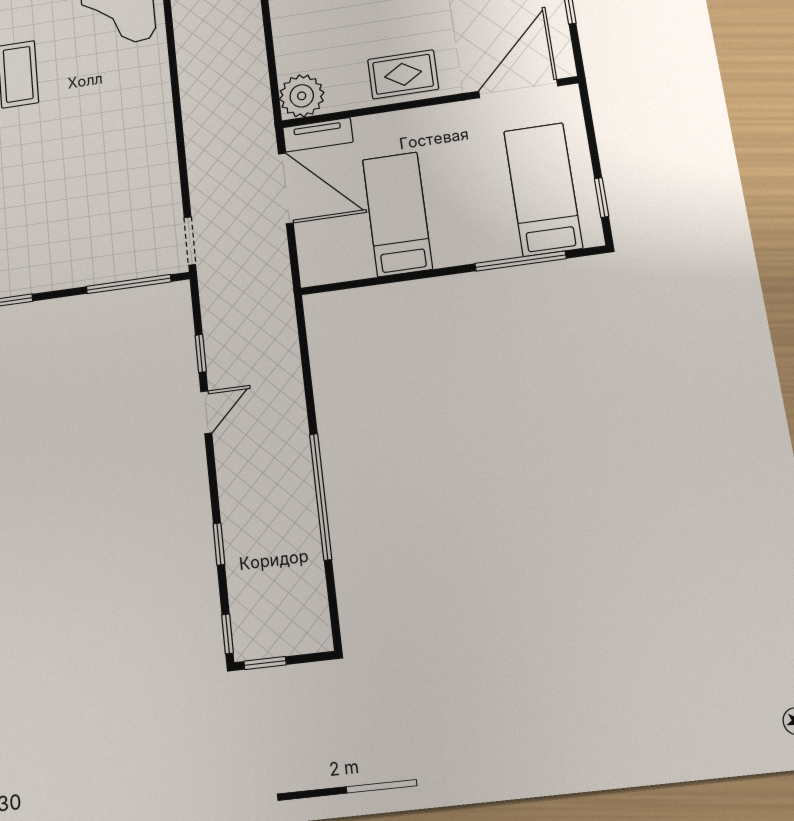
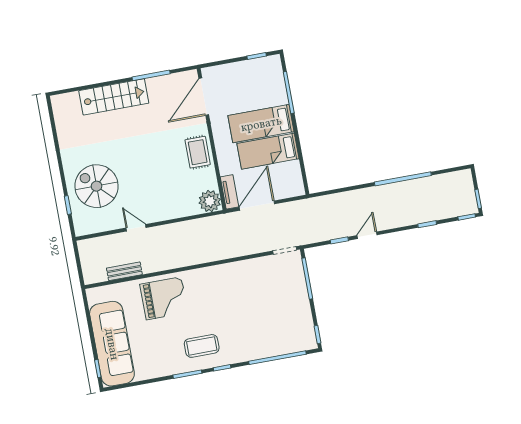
door: (518, 89) -> (204, 97), hinge flipped
bed: (543, 189) -> (261, 124), moved
door: (206, 412) -> (367, 235), hinge flipped

